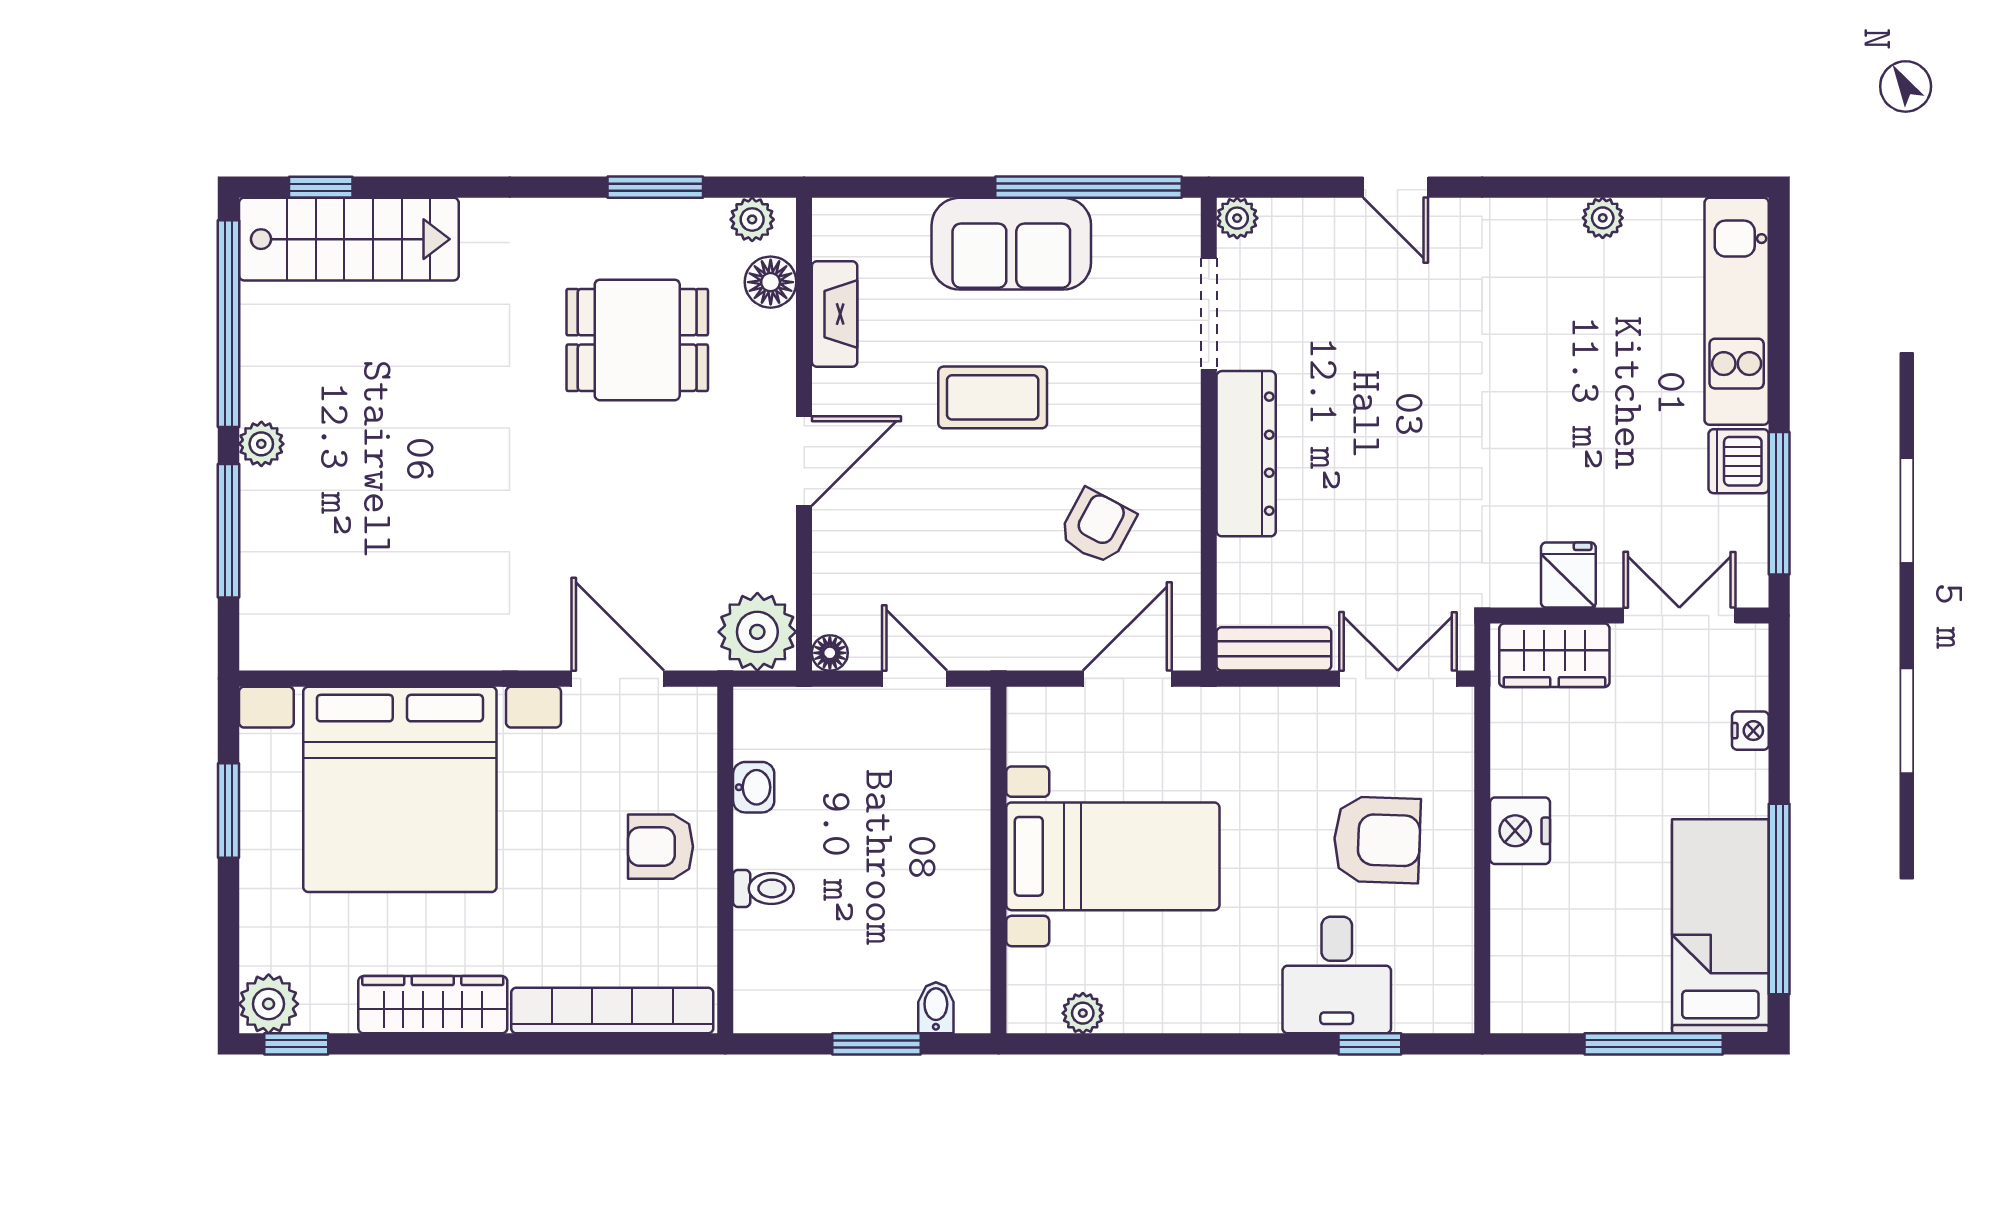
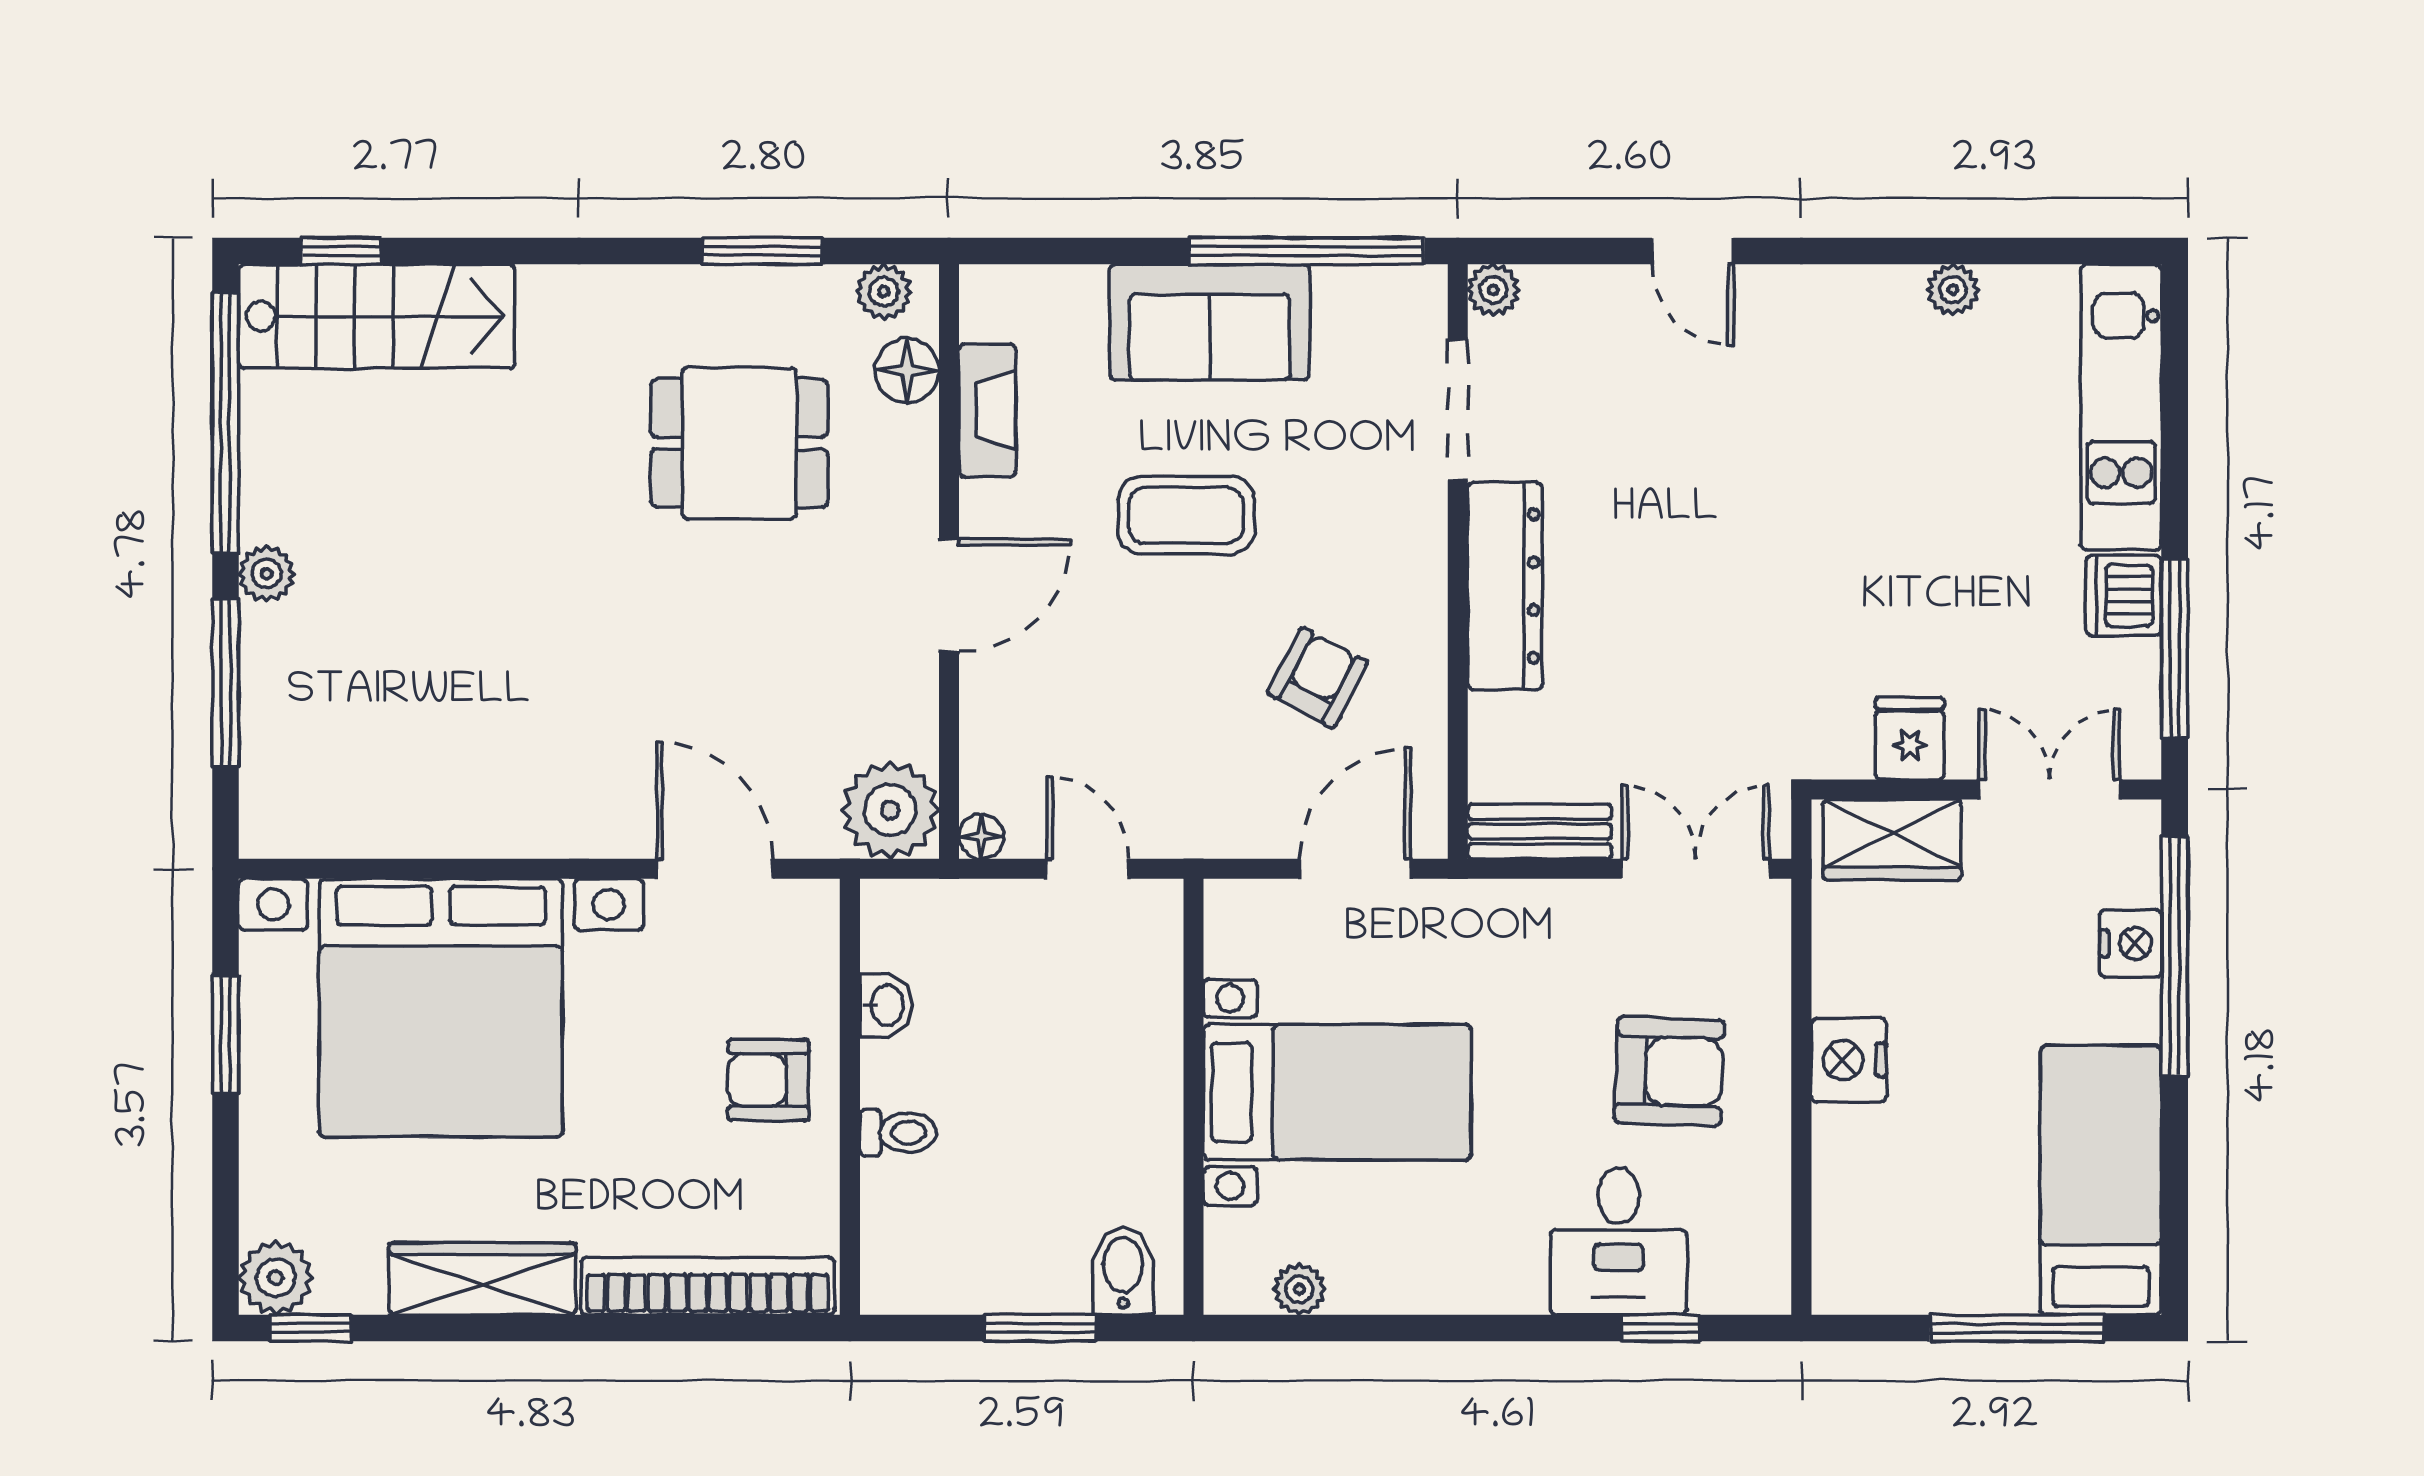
nightstand: (1750, 731) -> (2130, 944), width x1.39, depth x1.35
window: (1779, 899) -> (2175, 956), moved
bidet: (936, 1008) -> (1123, 1271), width x1.38, depth x1.36

